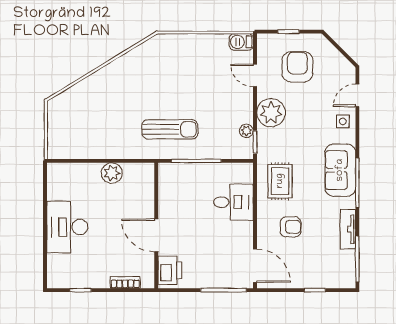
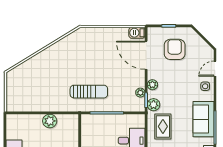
door: (255, 75) -> (146, 55), width x1.87
plant: (271, 113) -> (152, 85), width x0.53, depth x0.53
plant: (266, 149) -> (154, 105), added

